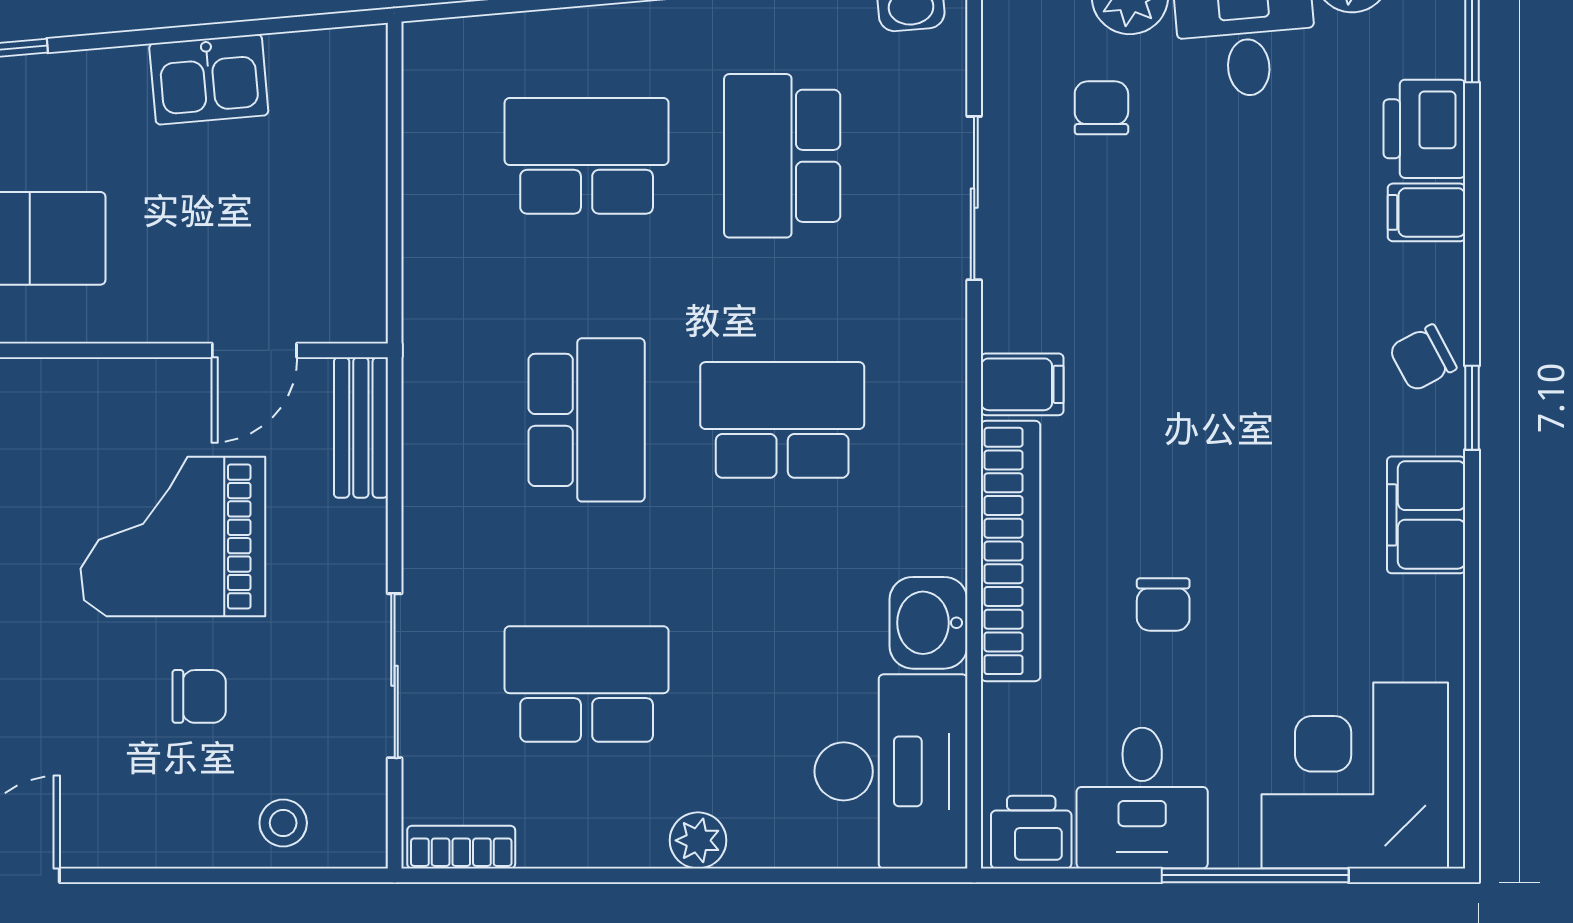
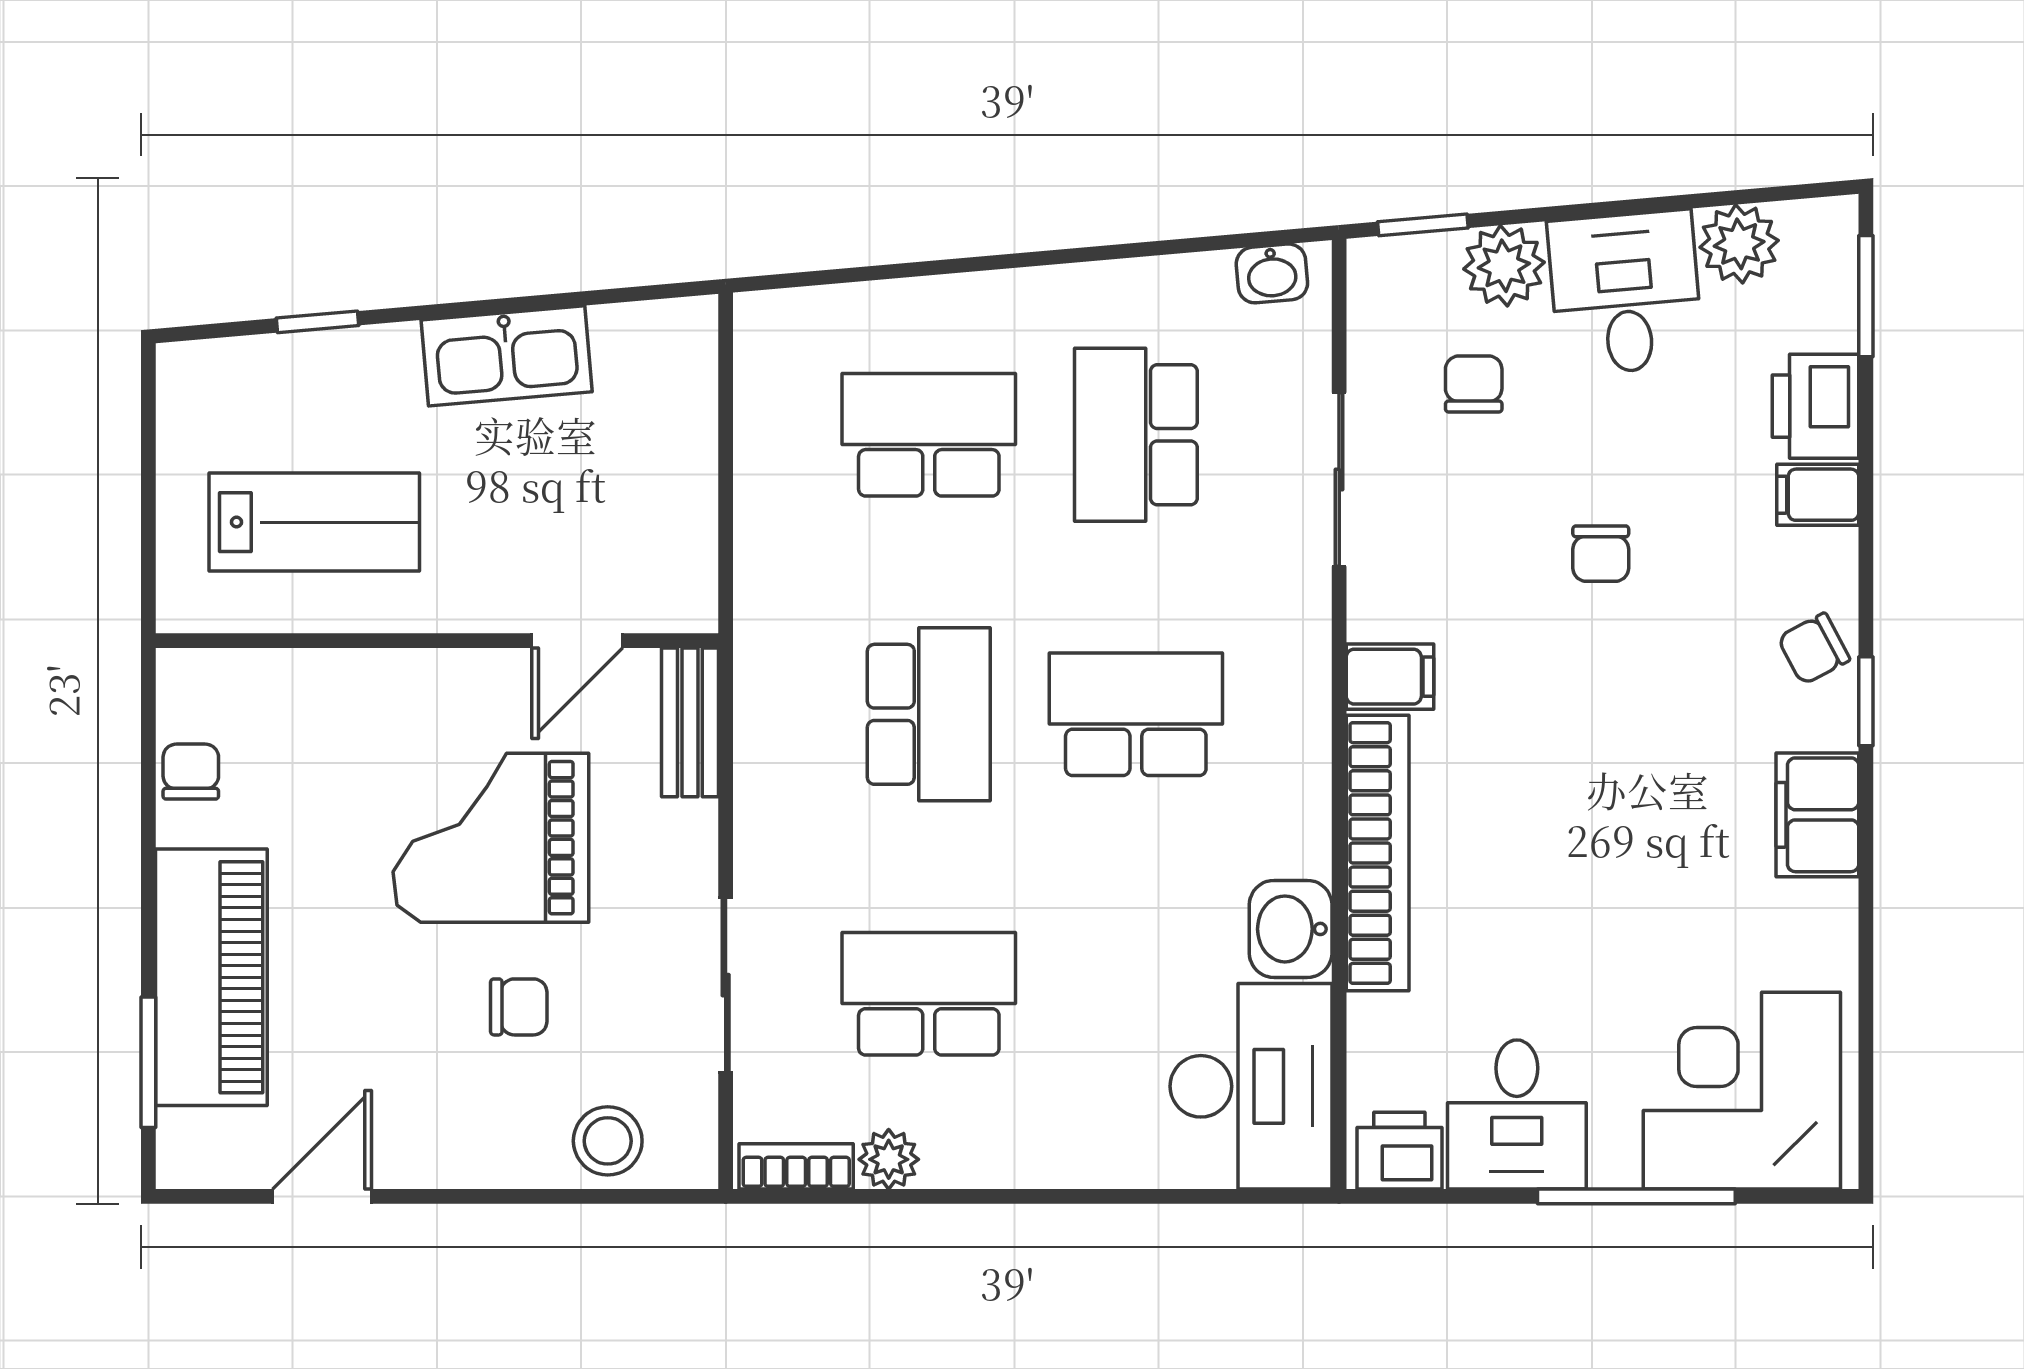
kitchen sink: (209, 79) -> (507, 356), width x1.38
chair: (1163, 604) -> (1601, 554), moved
stool: (283, 823) -> (608, 1141), width x1.37, depth x1.37
plant: (698, 840) -> (889, 1159), moved

